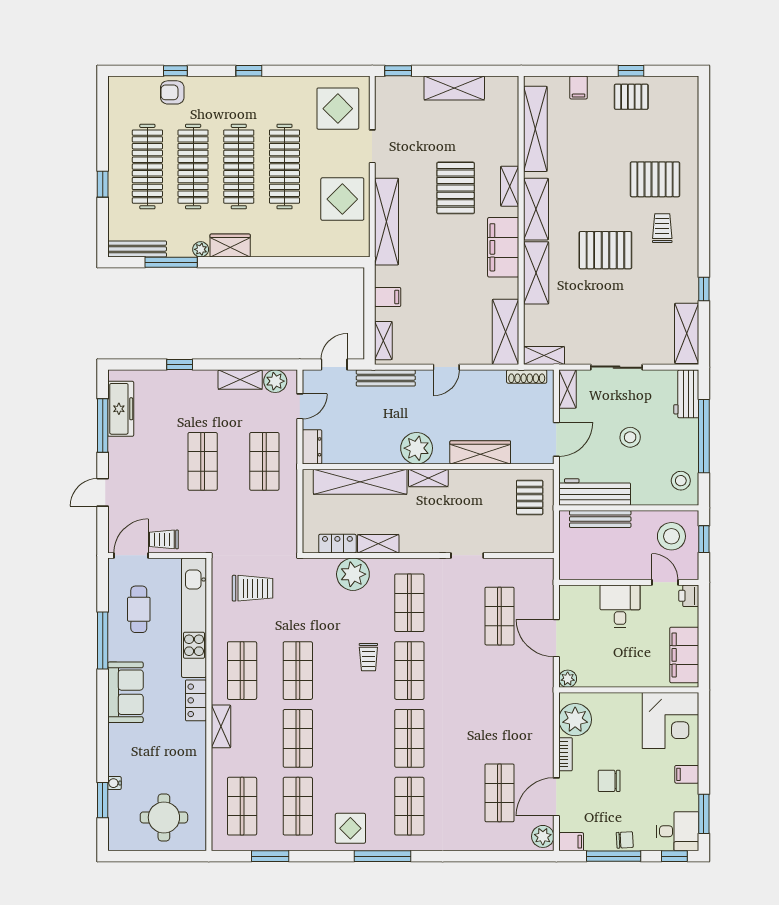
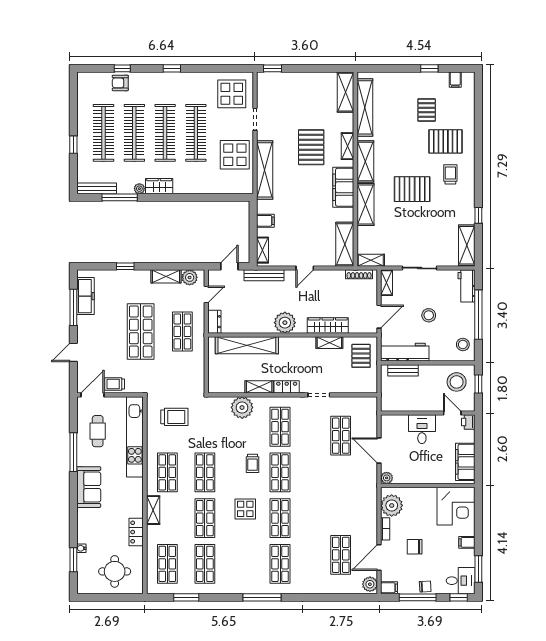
filing cabinet: (579, 87) -> (455, 80), moved
shelving: (454, 88) -> (346, 92), moved, turned 90
pallet: (631, 97) -> (427, 110), moved, turned 90
shop shelf: (203, 461) -> (141, 331), width x1.43, depth x1.36
shelving: (428, 478) -> (329, 343), moved
bench: (600, 519) -> (403, 370), width x0.73
locker: (337, 544) -> (287, 387), moved
locker: (196, 700) -> (136, 532), moved
display table: (350, 828) -> (245, 509), moved

